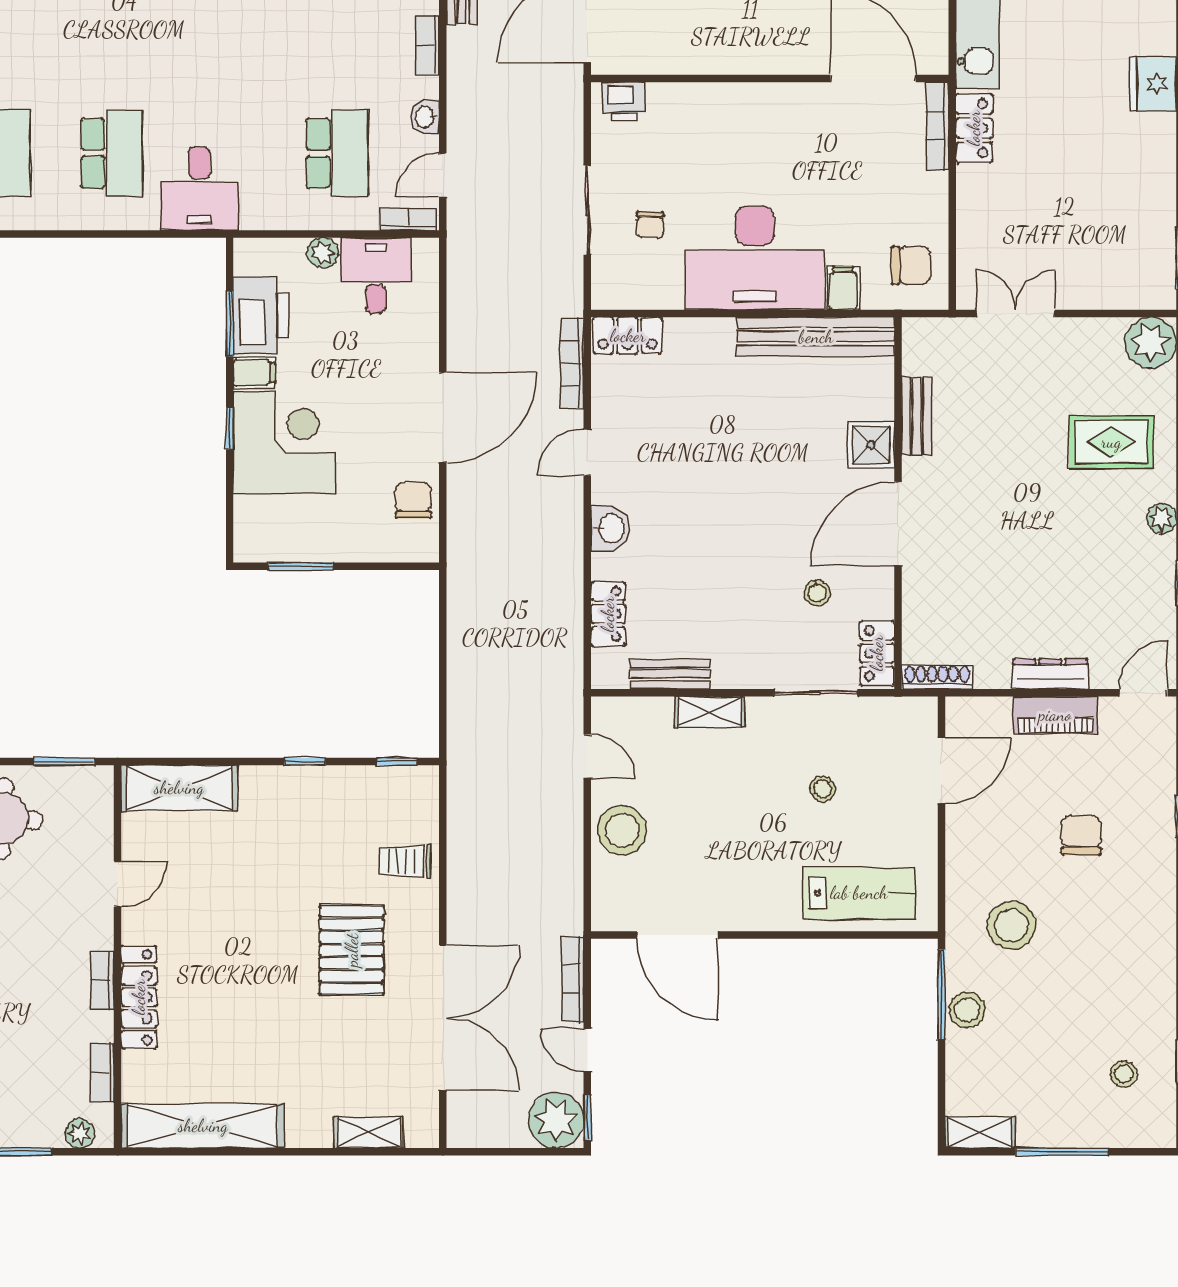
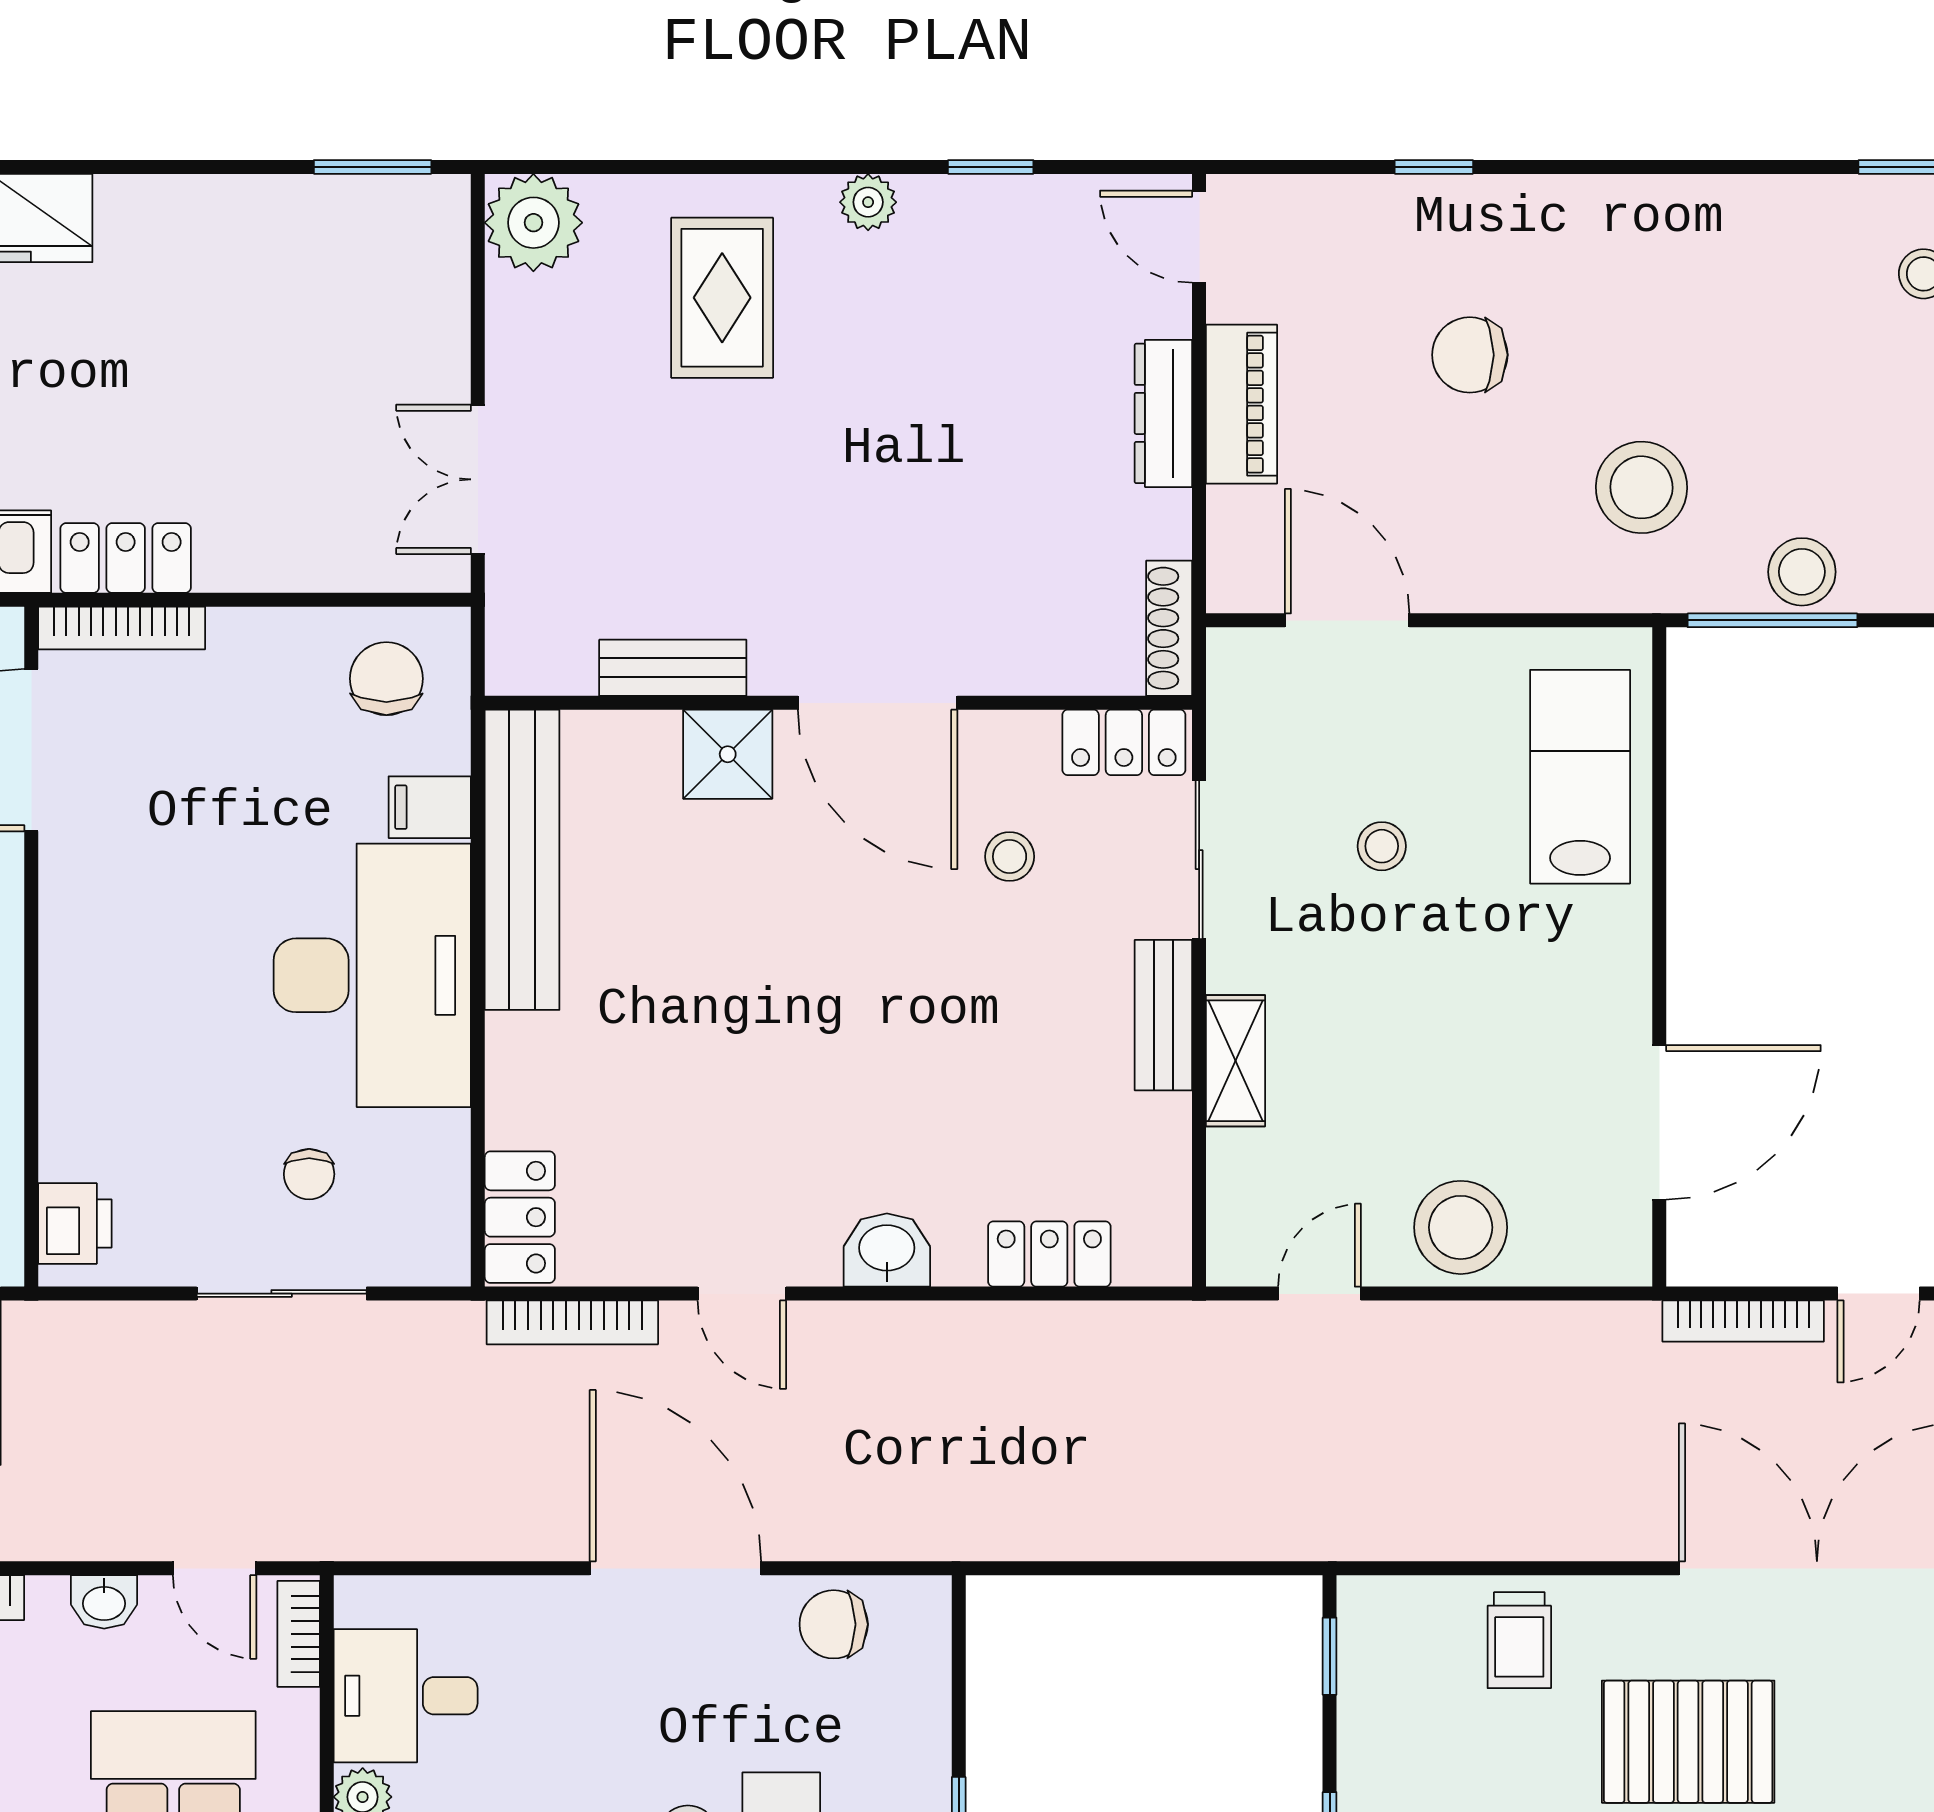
chair: (650, 225) -> (309, 1174), turned 90
bench: (670, 674) -> (1163, 1015), moved

